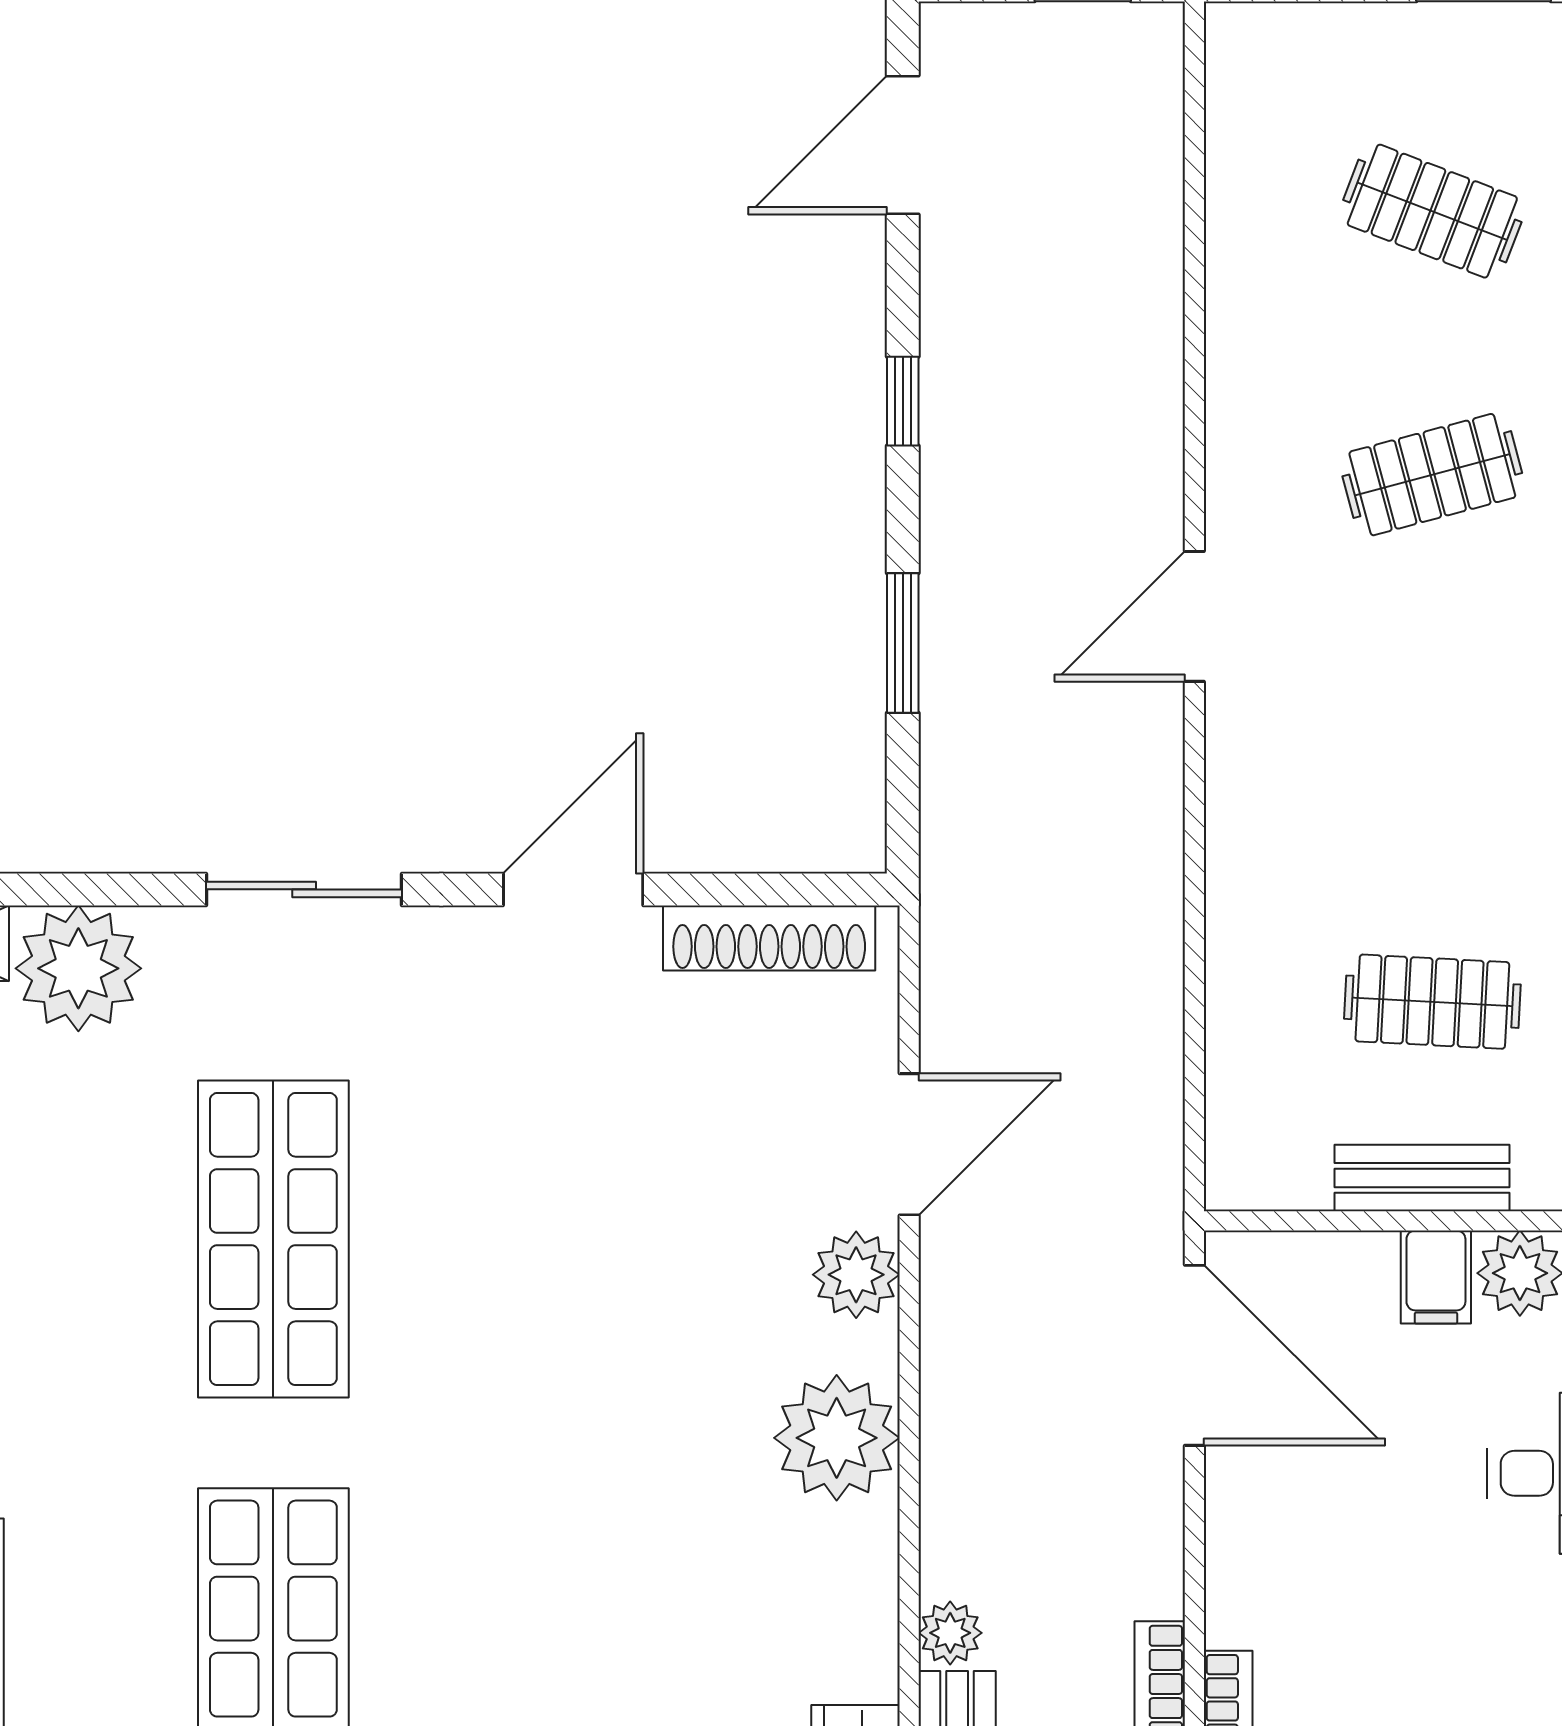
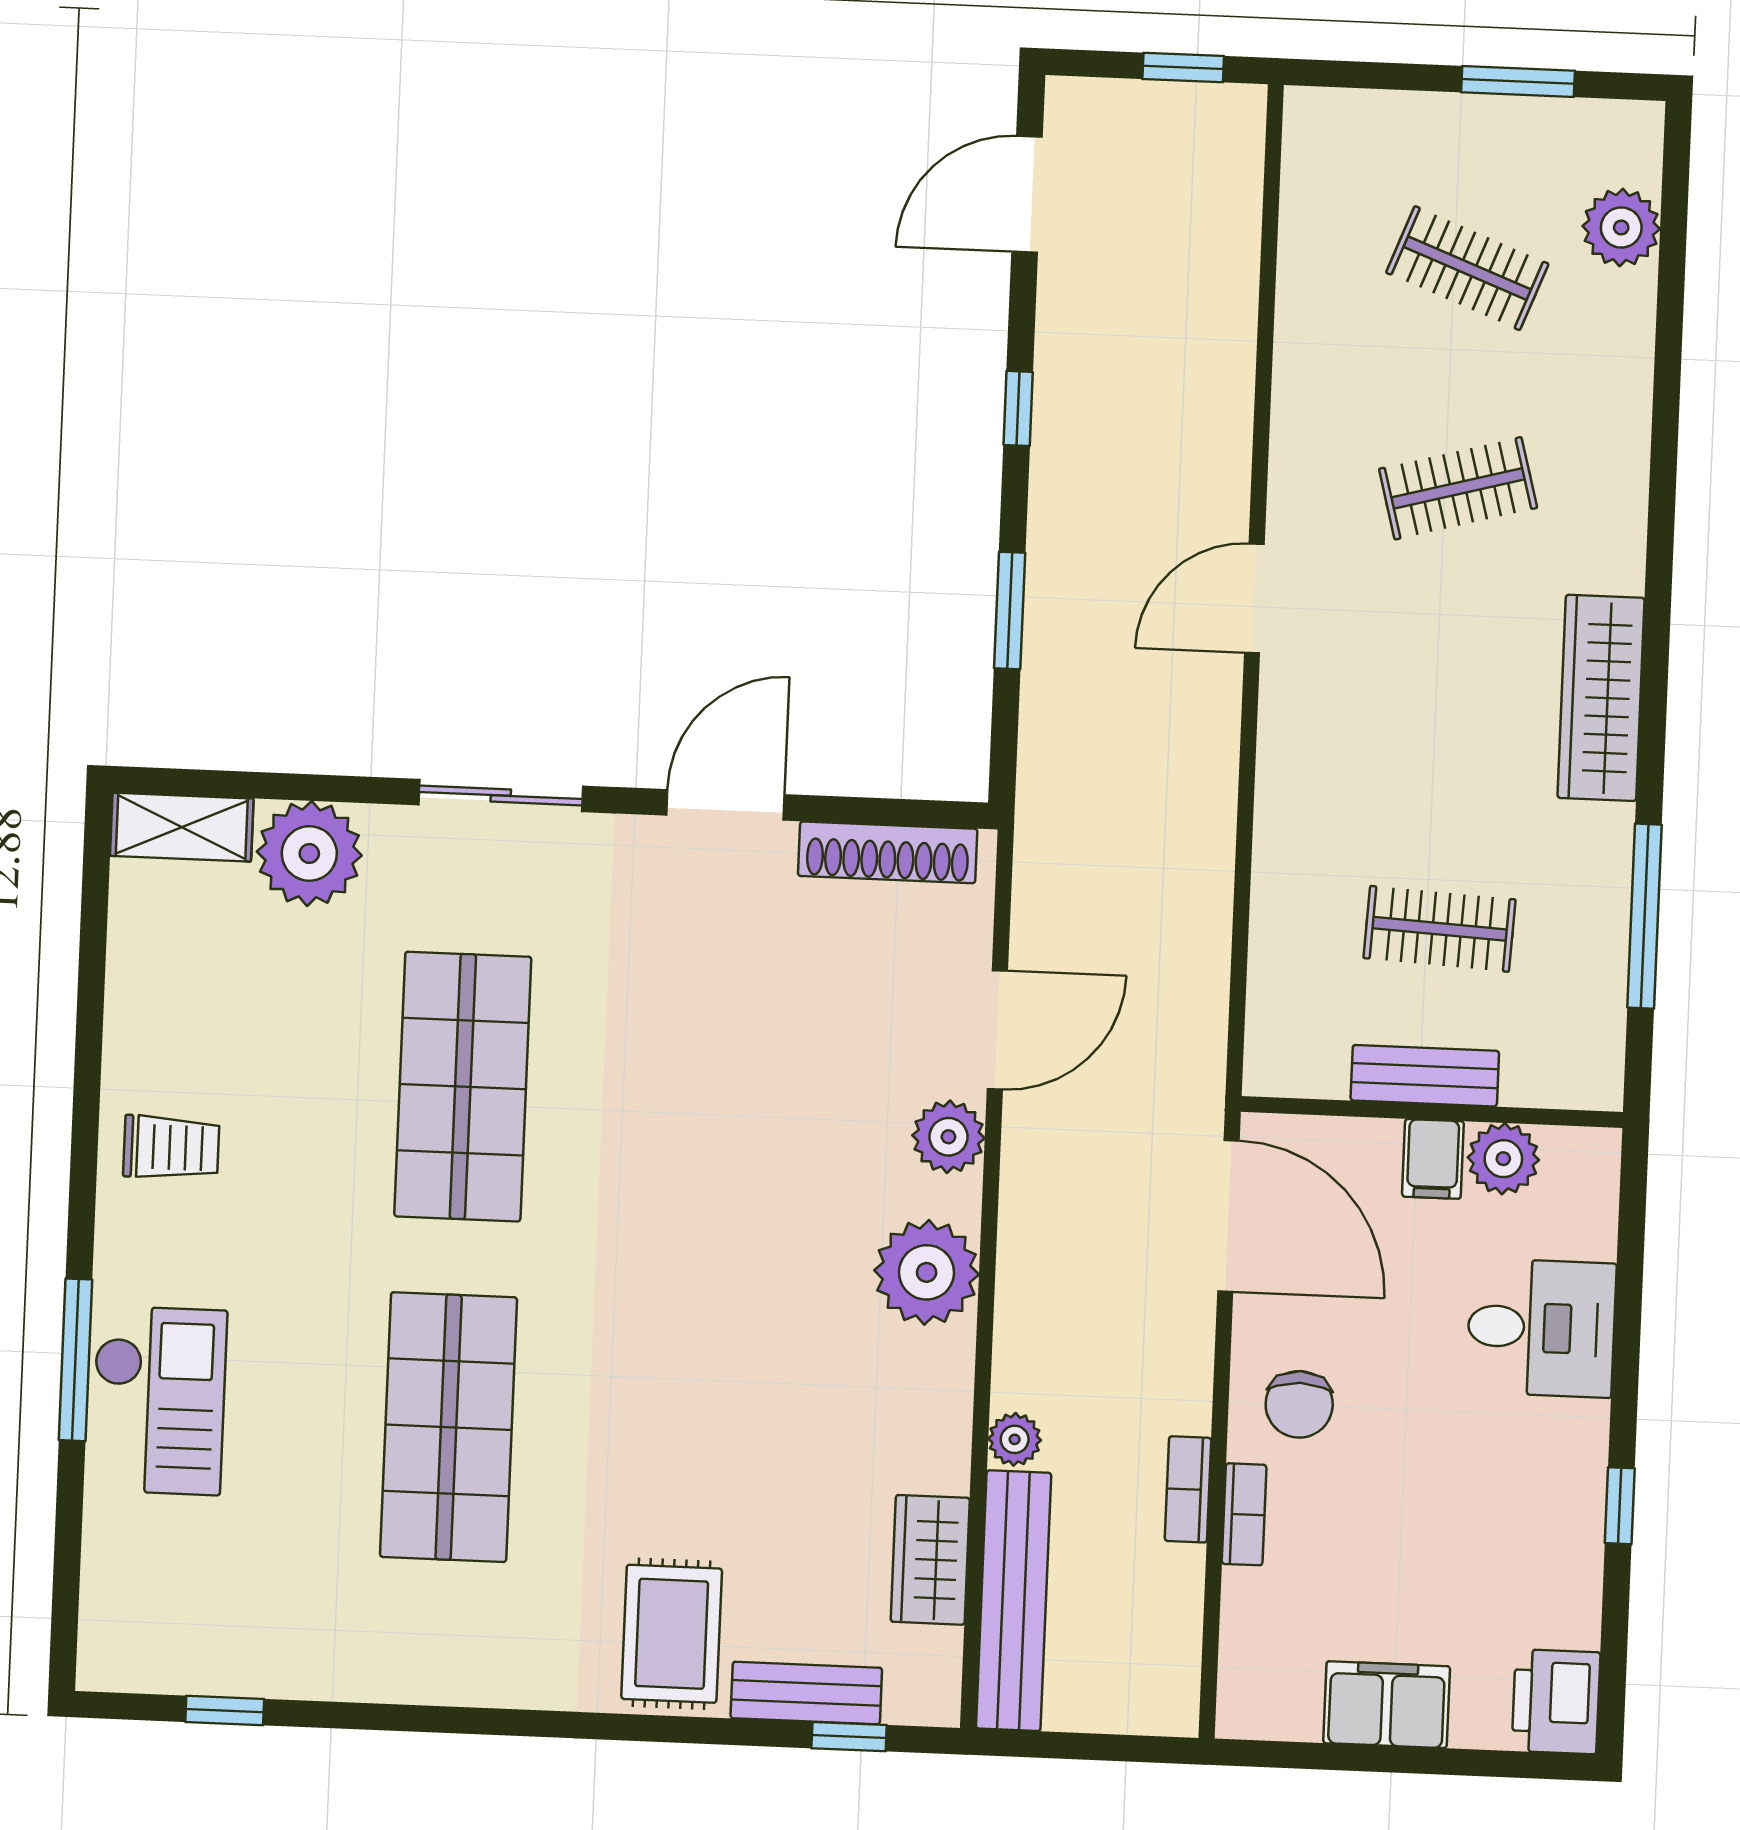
chair: (1288, 1577) -> (1299, 1404), added

